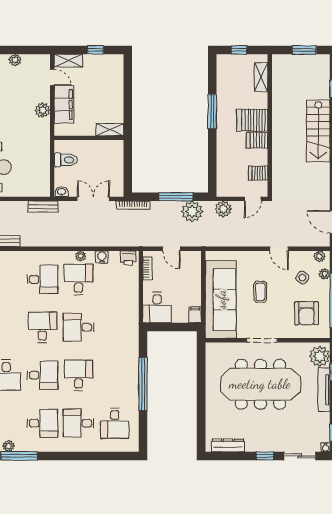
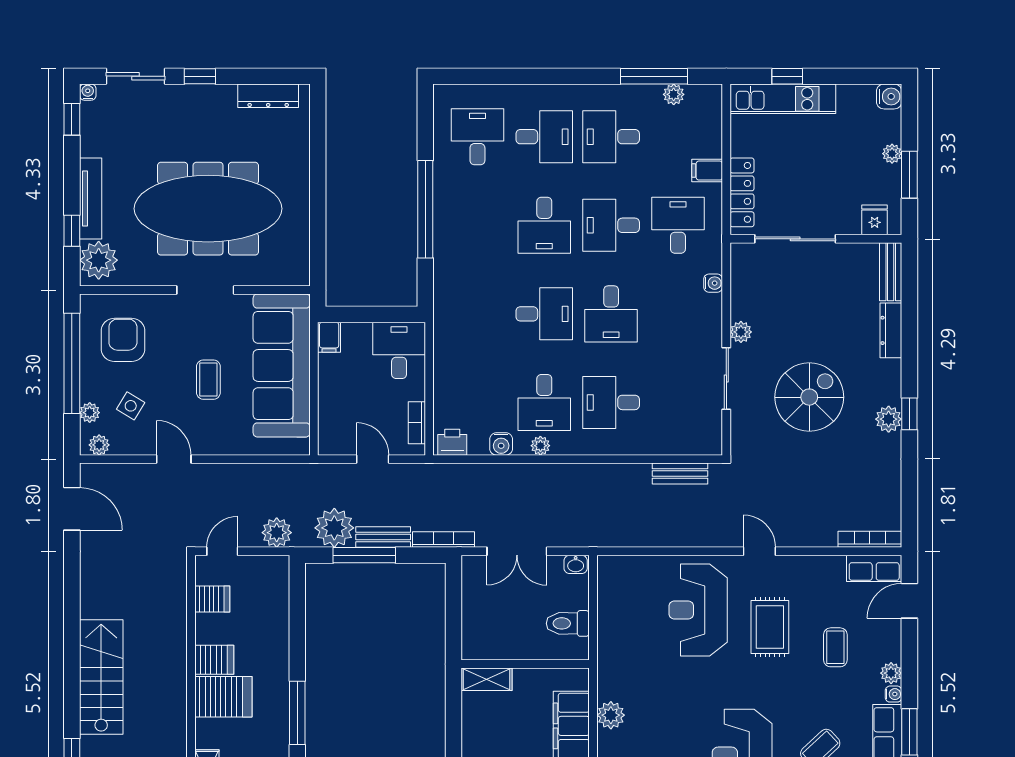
bench: (43, 207) -> (383, 537), moved

